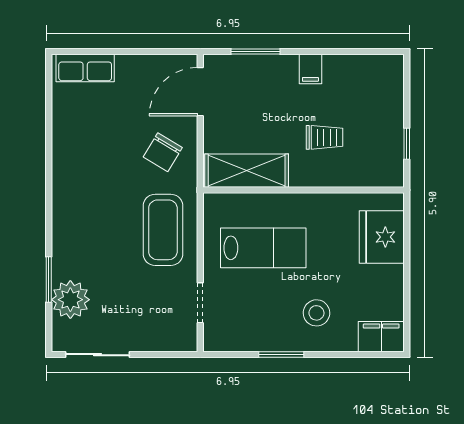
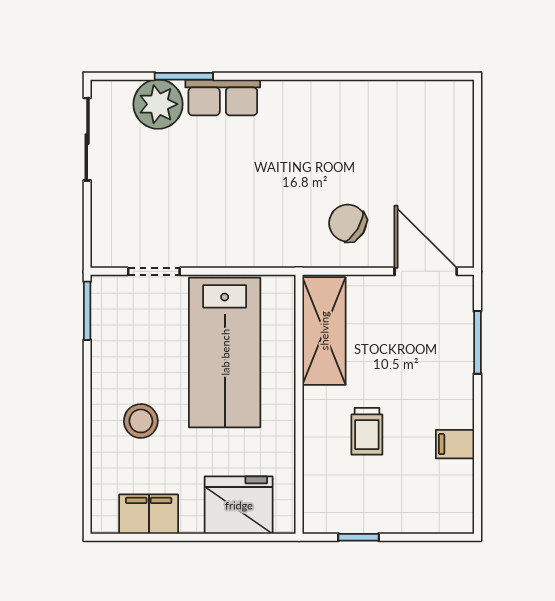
row of seats: (85, 68) -> (223, 97), moved, turned -90
filing cabinet: (310, 69) -> (455, 444), moved
coffee table: (163, 230) -> (248, 223), removed
lab bench: (263, 248) -> (225, 352), width x1.36, depth x1.39
filing cabinet: (381, 337) -> (149, 514), moved, turned -90
window: (281, 355) -> (87, 311), moved

